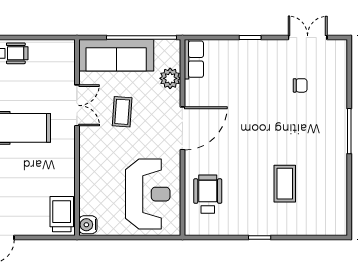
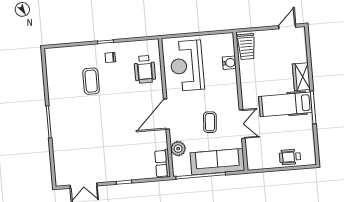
chair: (300, 85) -> (110, 57), moved
double door: (77, 105) -> (242, 124), swing flipped
water cooler: (88, 225) -> (229, 63), moved

